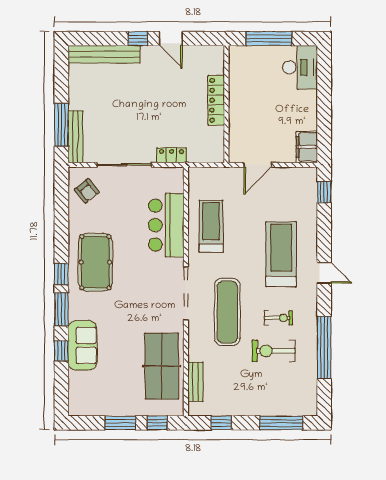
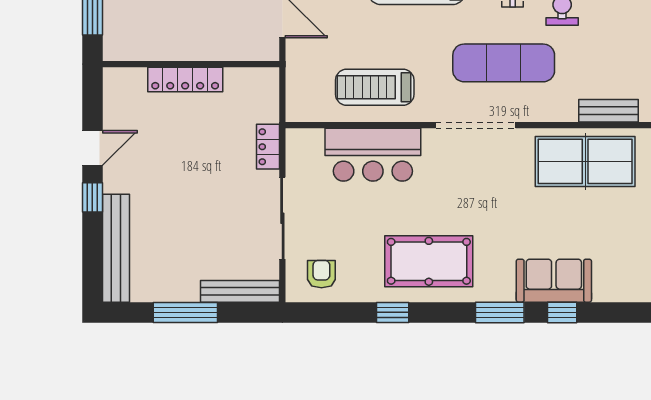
window: (61, 125) -> (185, 312), moved
armchair: (87, 191) -> (321, 274), turned -51
window: (61, 274) -> (393, 312), moved

